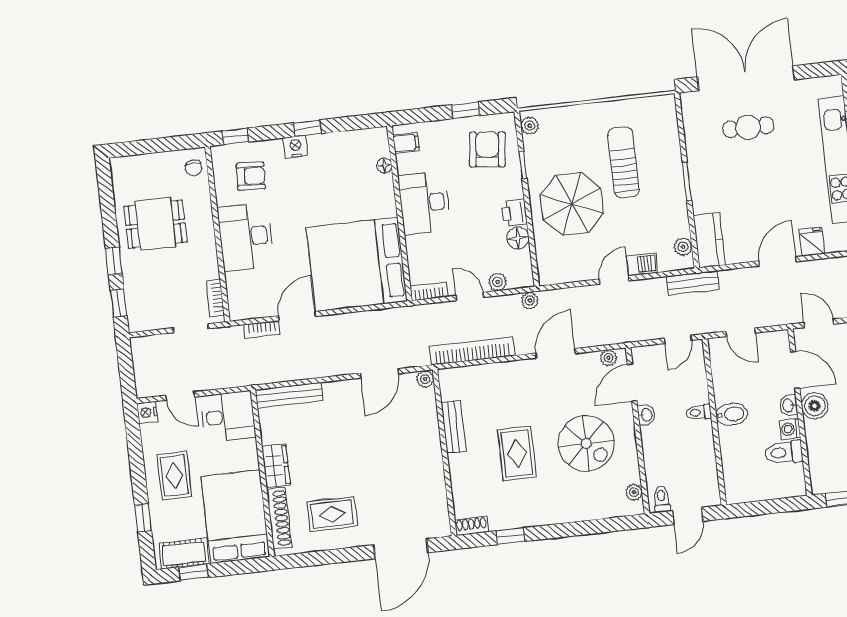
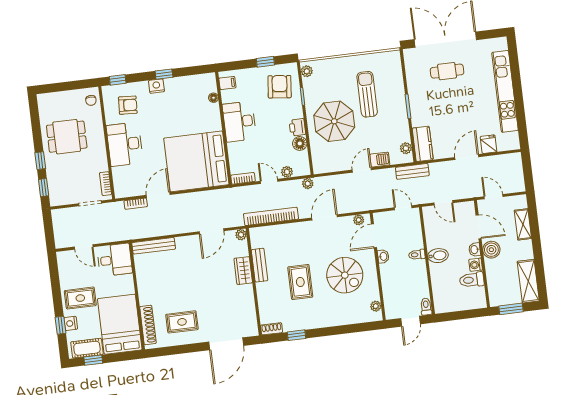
door: (678, 339) -> (403, 208), swing flipped
nightstand: (147, 412) -> (71, 323), moved
wardrobe: (276, 466) -> (243, 271), moved, turned 180
rug: (174, 476) -> (80, 298), turned 90
toilet: (662, 499) -> (426, 307), moved

